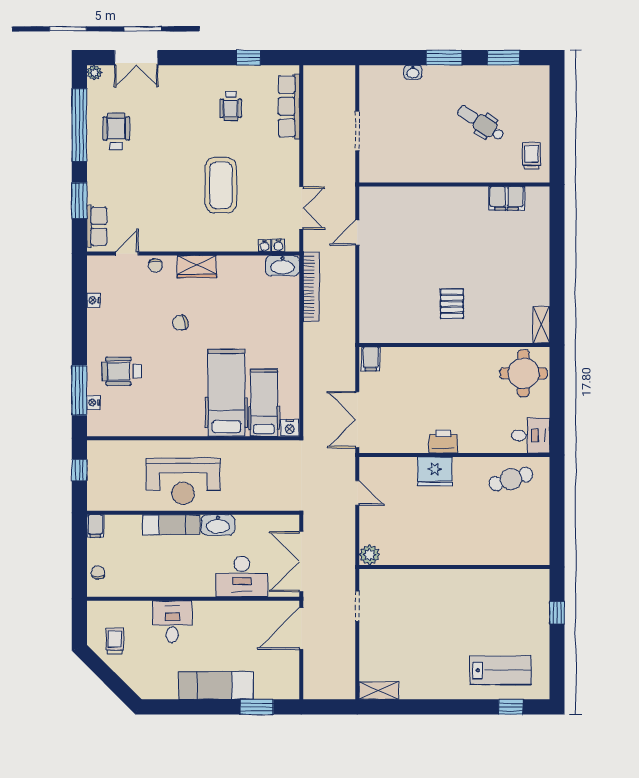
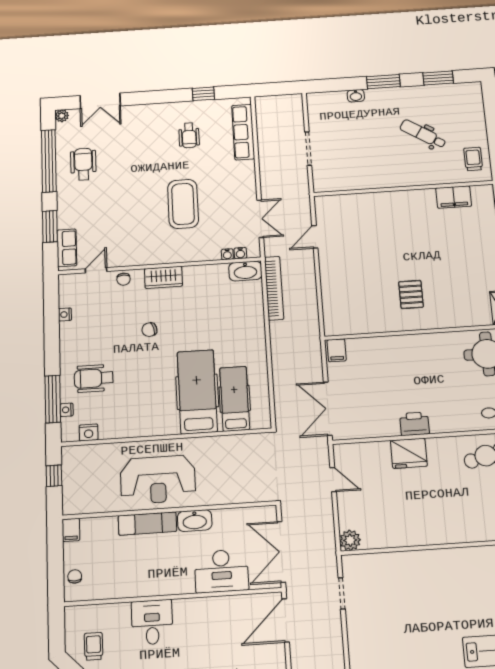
nightstand: (290, 428) -> (89, 432), moved

